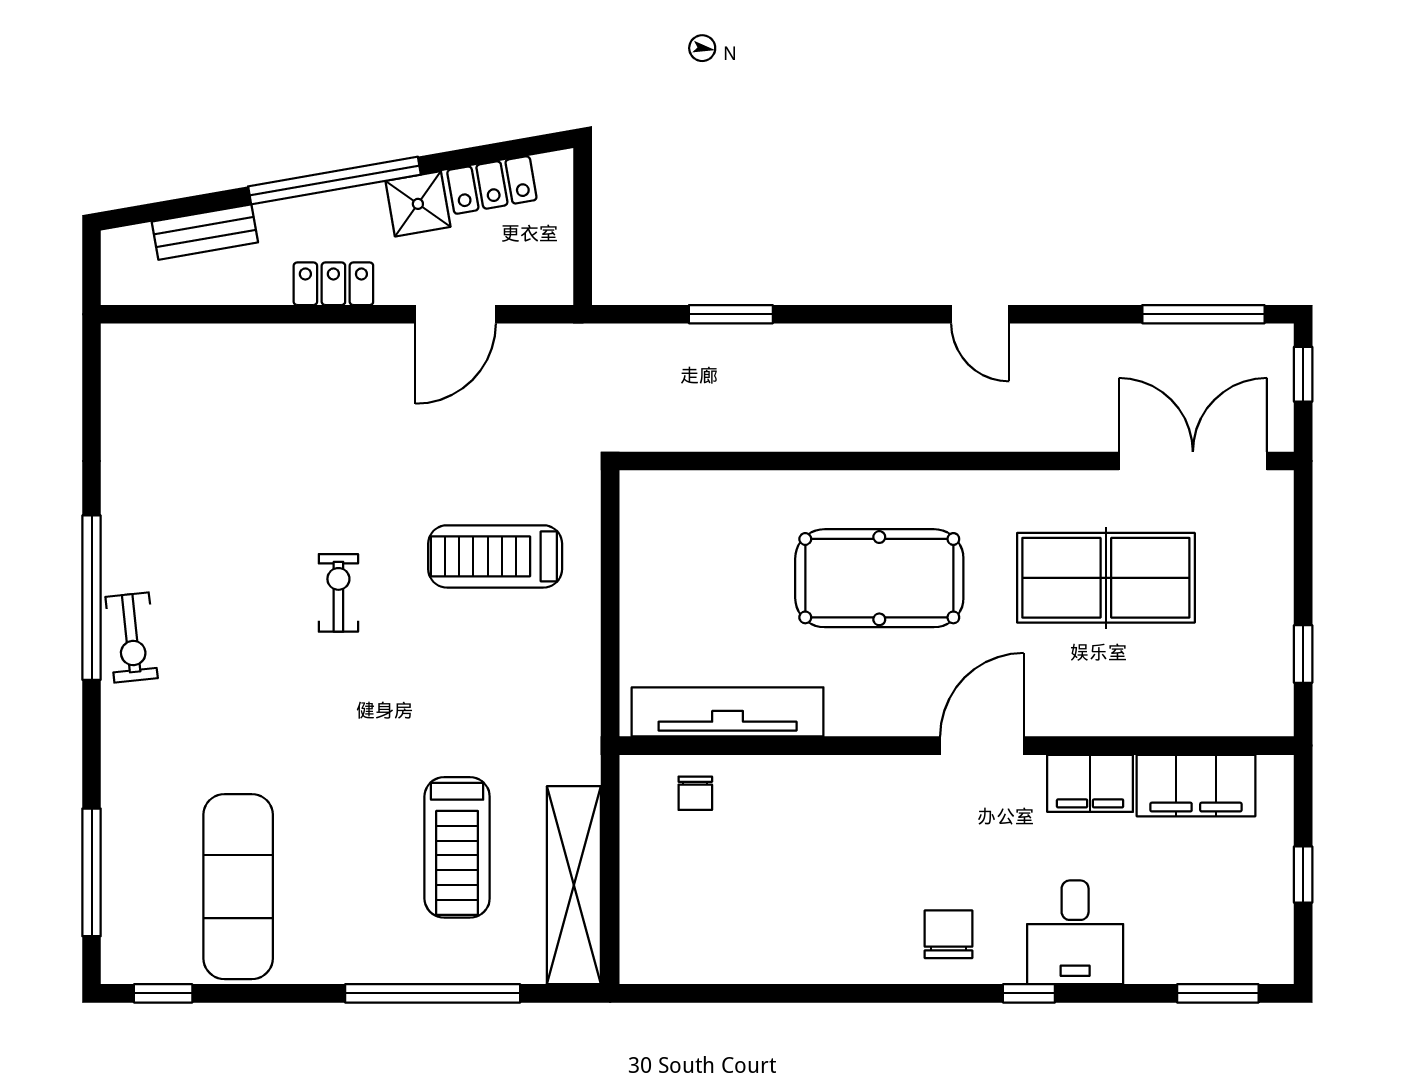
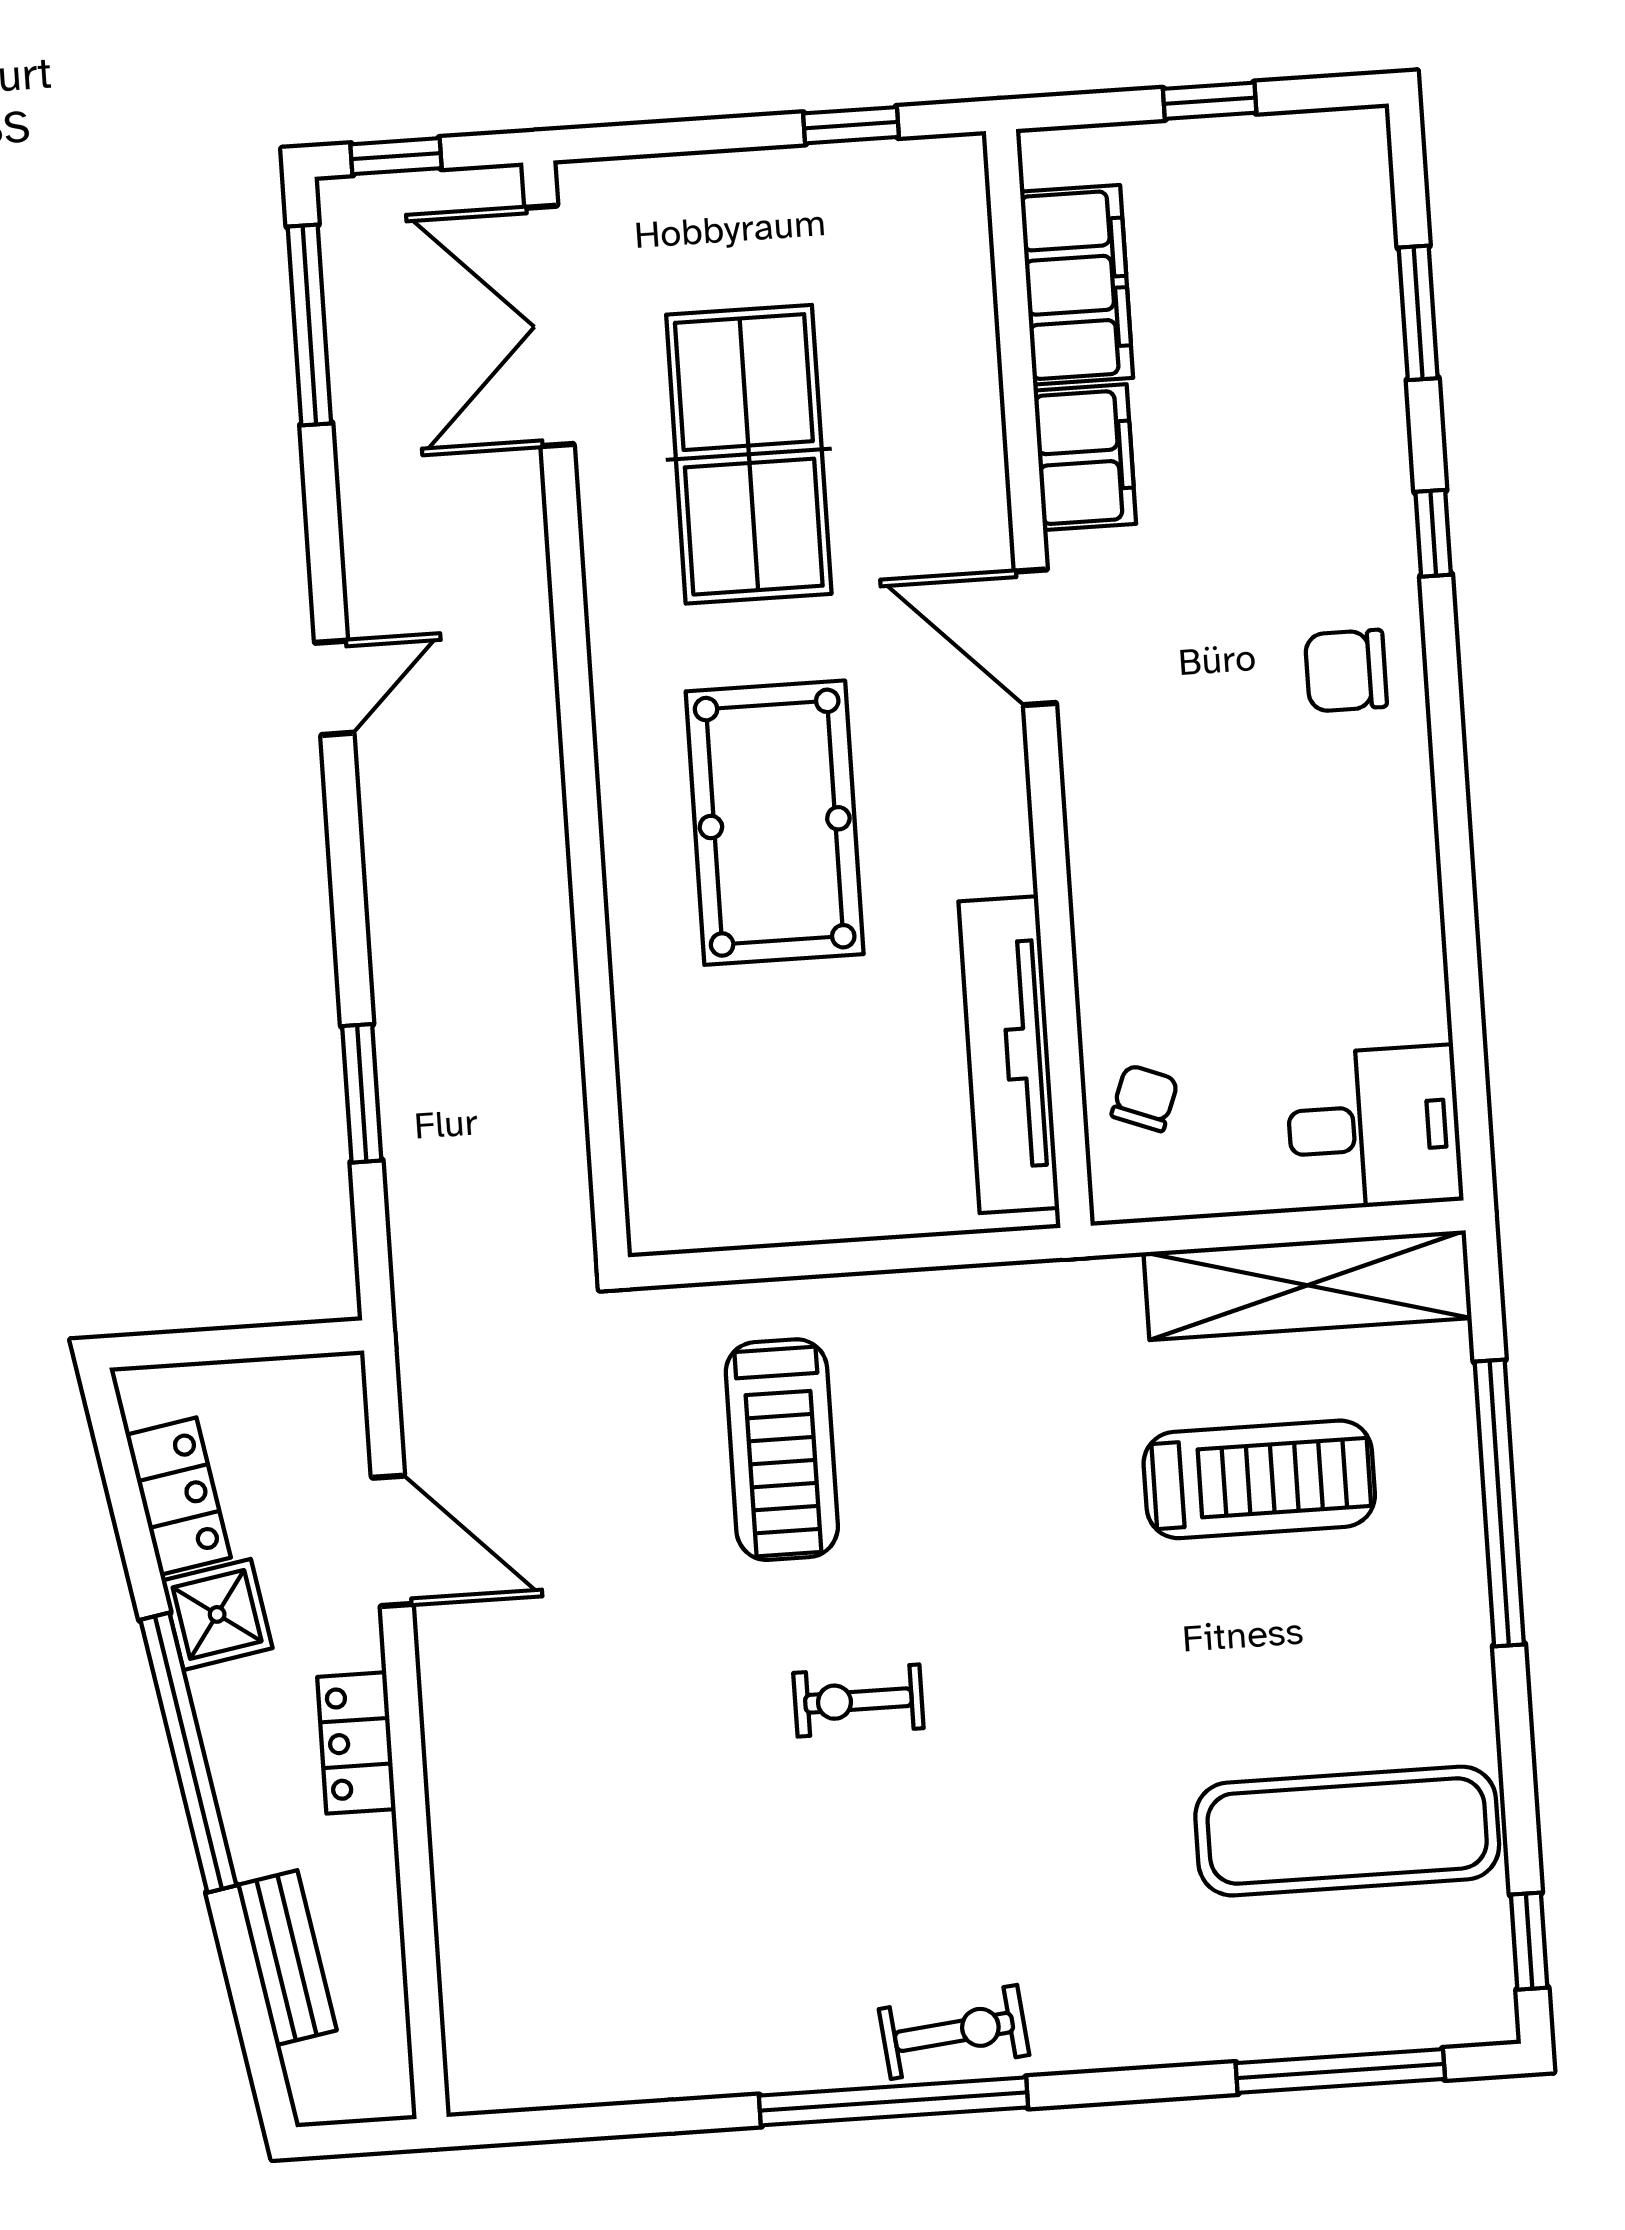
chair: (695, 793) -> (1145, 1098), turned -69
desk: (1075, 932) -> (1374, 1128), moved
window: (1218, 993) -> (1418, 313), moved

